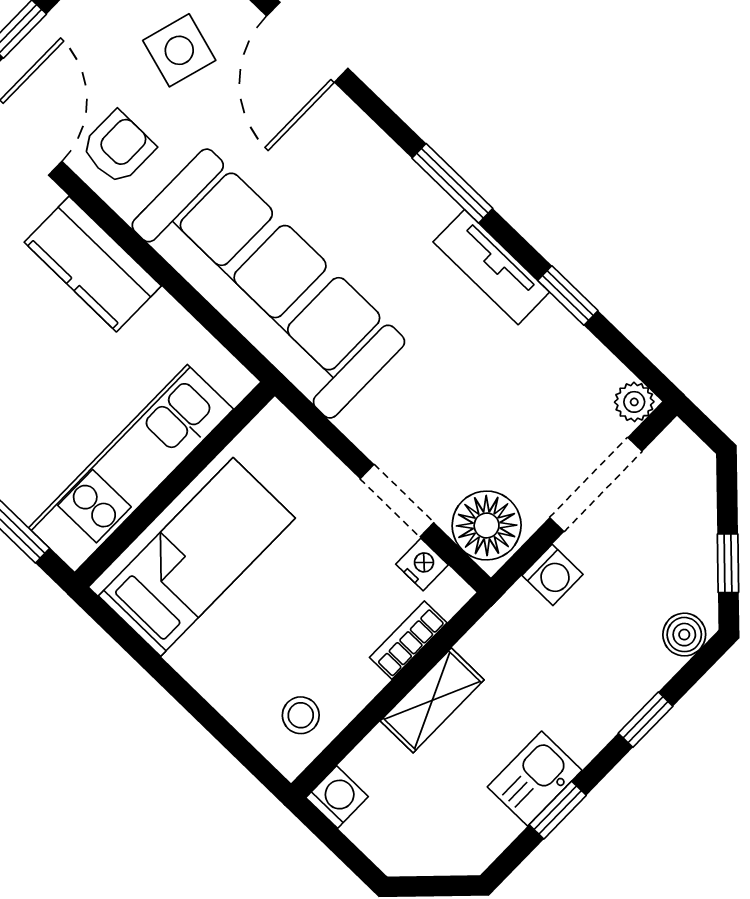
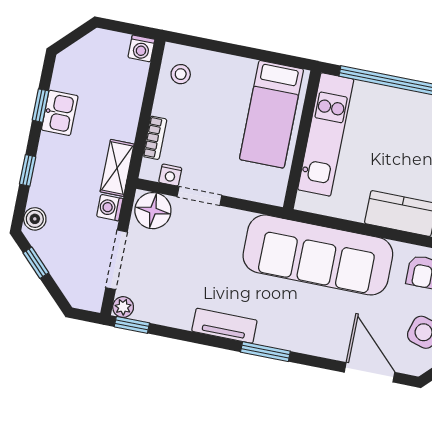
window: (568, 295) -> (132, 325), moved
shelving: (432, 700) -> (117, 168), moved

